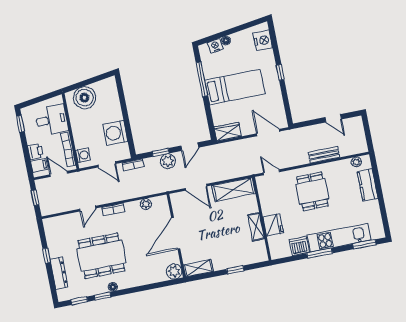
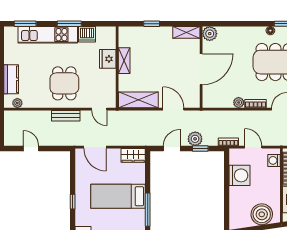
bench: (324, 155) -> (66, 116), moved
plant: (146, 204) -> (239, 102), moved

